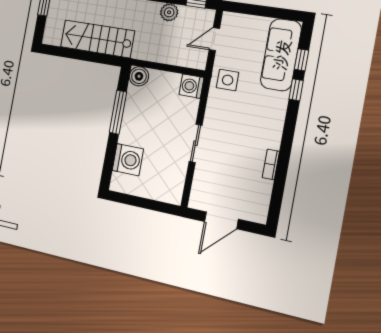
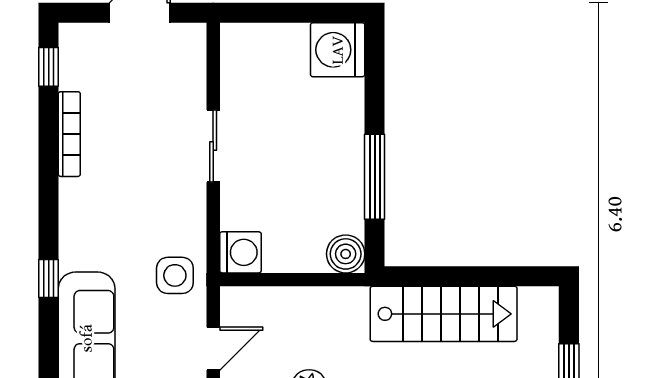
window: (301, 60) -> (49, 67), moved
washing machine: (128, 160) -> (338, 50), moved
bookcase: (271, 164) -> (69, 134), width x1.56

